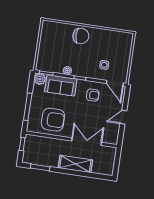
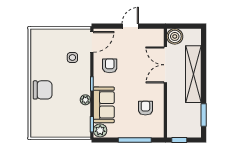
chair: (81, 36) -> (43, 90), turned 90
door: (123, 117) -> (130, 26), swing flipped
armchair: (53, 120) -> (145, 108), width x0.53, depth x0.53
boiler: (109, 153) -> (175, 36), added
shelving: (75, 164) -> (193, 74), width x1.47

